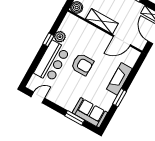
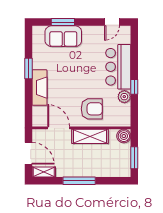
door: (122, 41) -> (59, 128), hinge flipped
armchair: (82, 64) -> (92, 109), moved, turned 180
sofa: (90, 113) -> (63, 36), moved

